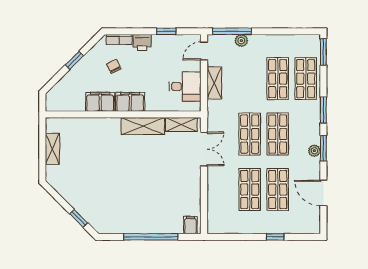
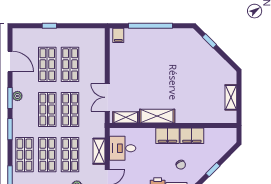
shop shelf: (250, 79) -> (70, 155), added

